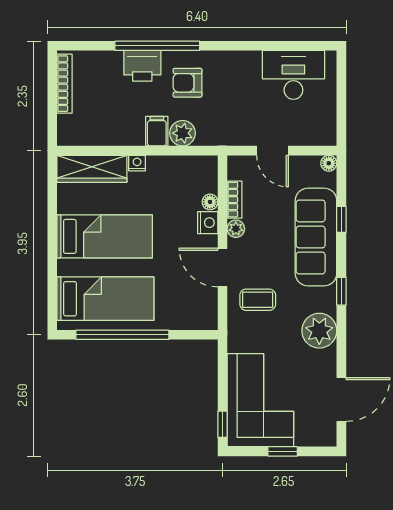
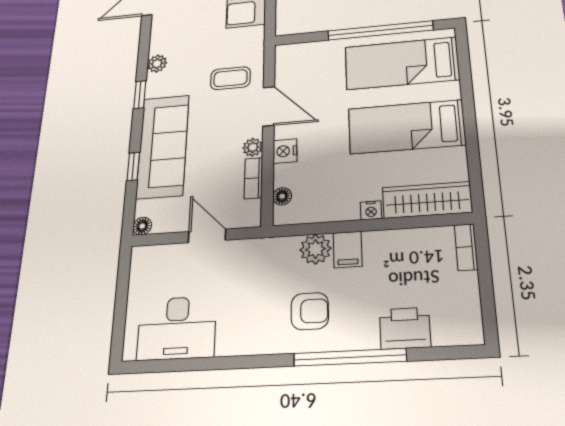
printer: (142, 66) -> (405, 328), moved
bookcase: (65, 84) -> (466, 247), moved, width x0.64
floor lamp: (210, 202) -> (282, 196), moved
plant: (319, 331) -> (157, 64), width x0.53, depth x0.53

